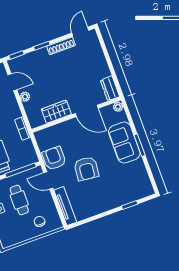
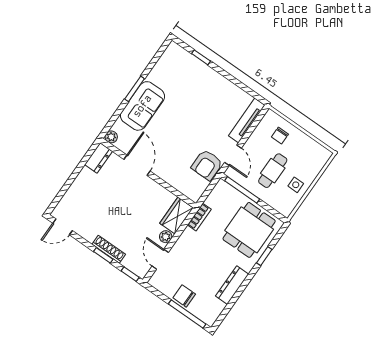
shoe rack: (61, 46) -> (109, 249), moved
wardrobe: (56, 112) -> (176, 216), moved, turned 90
armchair: (86, 169) -> (195, 126), removed

